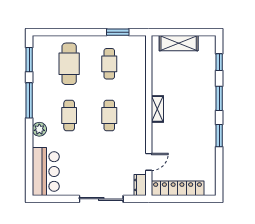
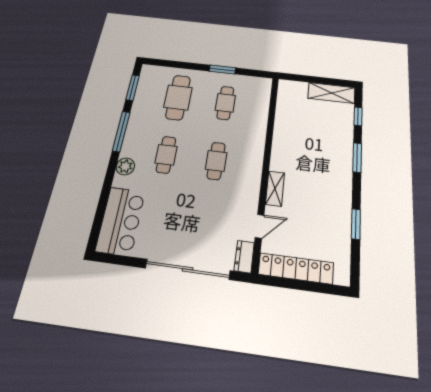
window: (118, 32) -> (222, 70), moved
shelving: (179, 43) -> (331, 93), moved
shelving: (157, 109) -> (275, 189), moved
window: (219, 136) -> (356, 224), moved
sliding door: (101, 199) -> (188, 269), width x1.36

